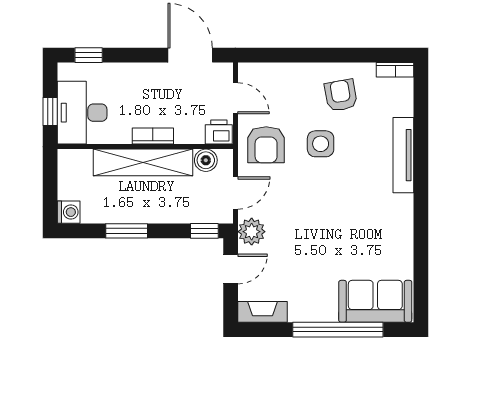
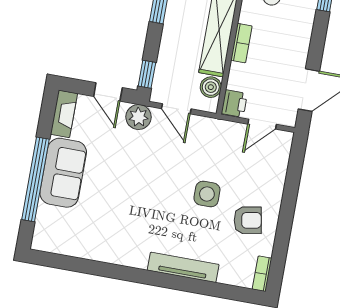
armchair: (266, 145) -> (215, 144), removed
sofa: (375, 301) -> (63, 173), moved

